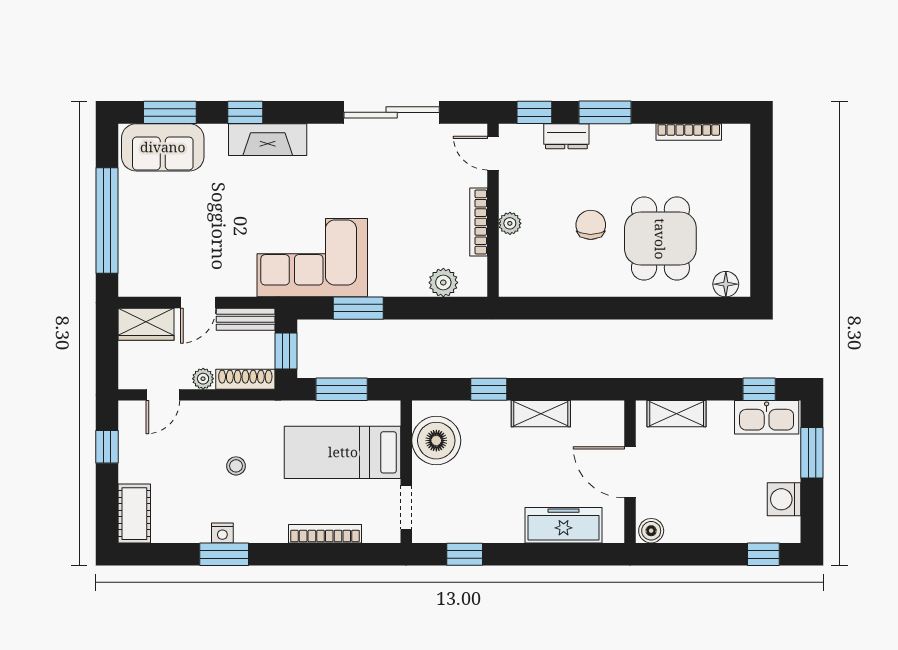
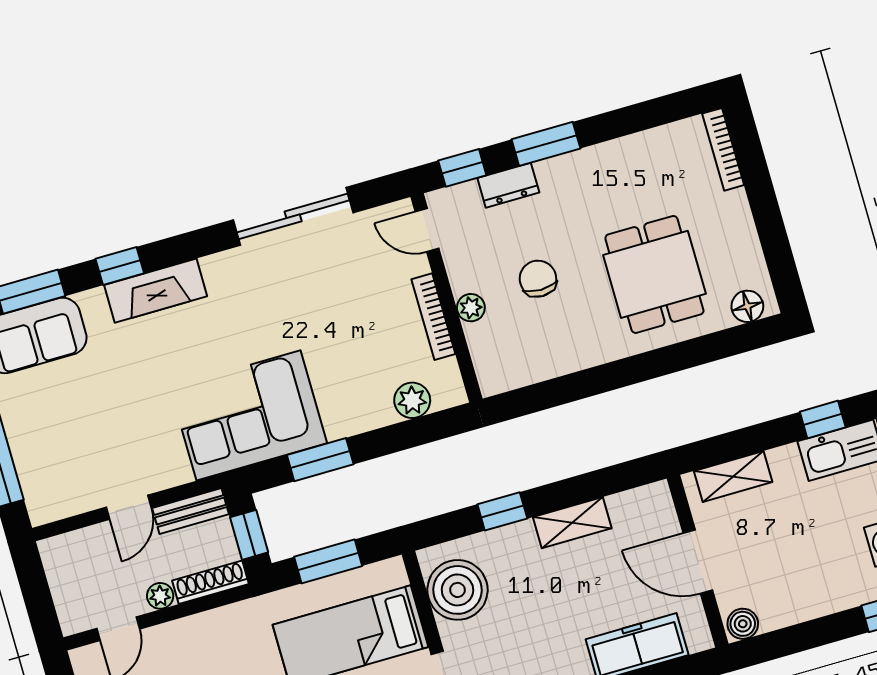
bookcase: (689, 132) -> (723, 149), moved, turned 90
chair: (591, 225) -> (538, 279), moved
wardrobe: (146, 324) -> (74, 551), removed

